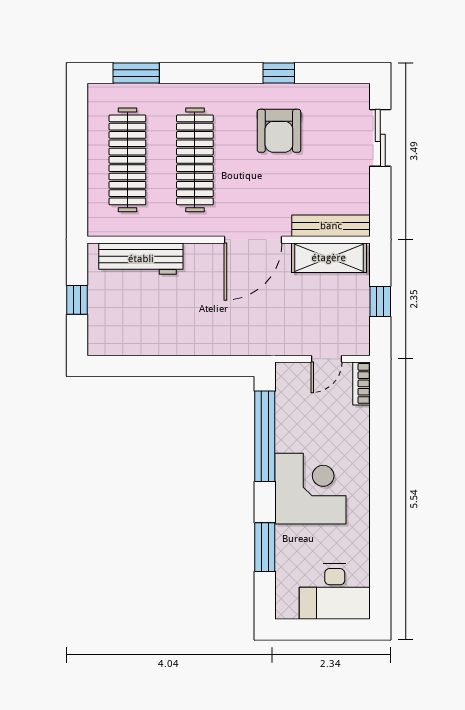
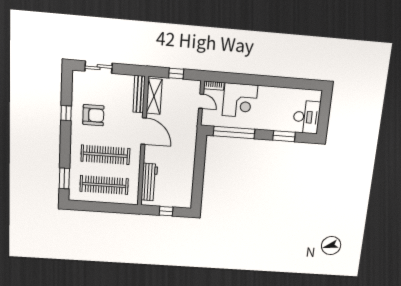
corner desk: (310, 489) -> (240, 100), moved, turned 180
desk: (335, 592) -> (306, 117), moved

